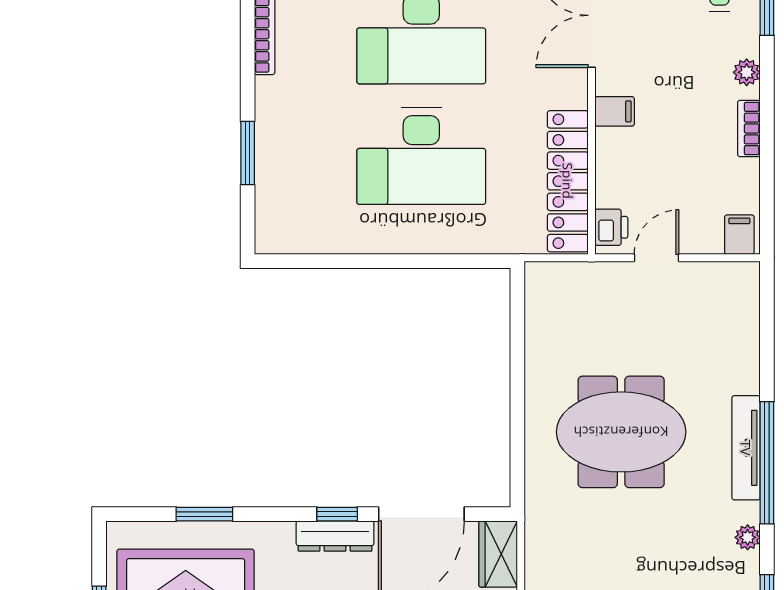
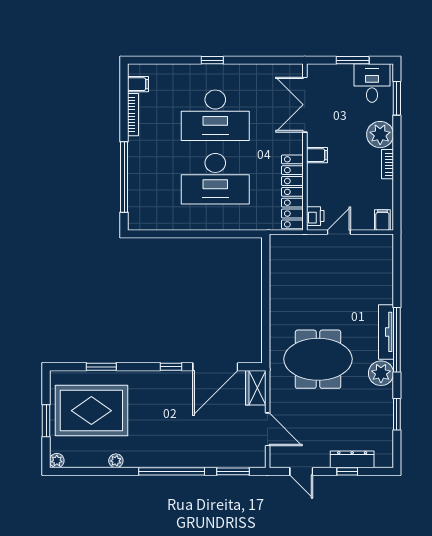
plant: (747, 72) -> (380, 135), width x1.88, depth x1.88
window: (248, 153) -> (124, 177), width x2.11
meeting table: (621, 432) -> (318, 359), moved
dresser: (335, 536) -> (170, 378), removed
plant: (748, 537) -> (381, 373), width x1.87, depth x1.87

